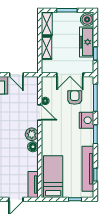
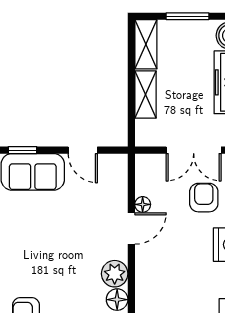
door: (40, 112) -> (131, 229), hinge flipped

